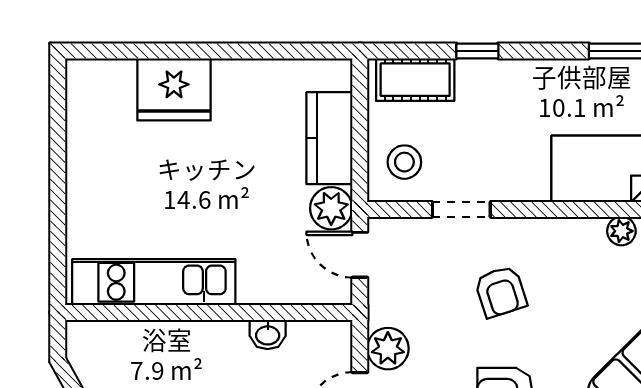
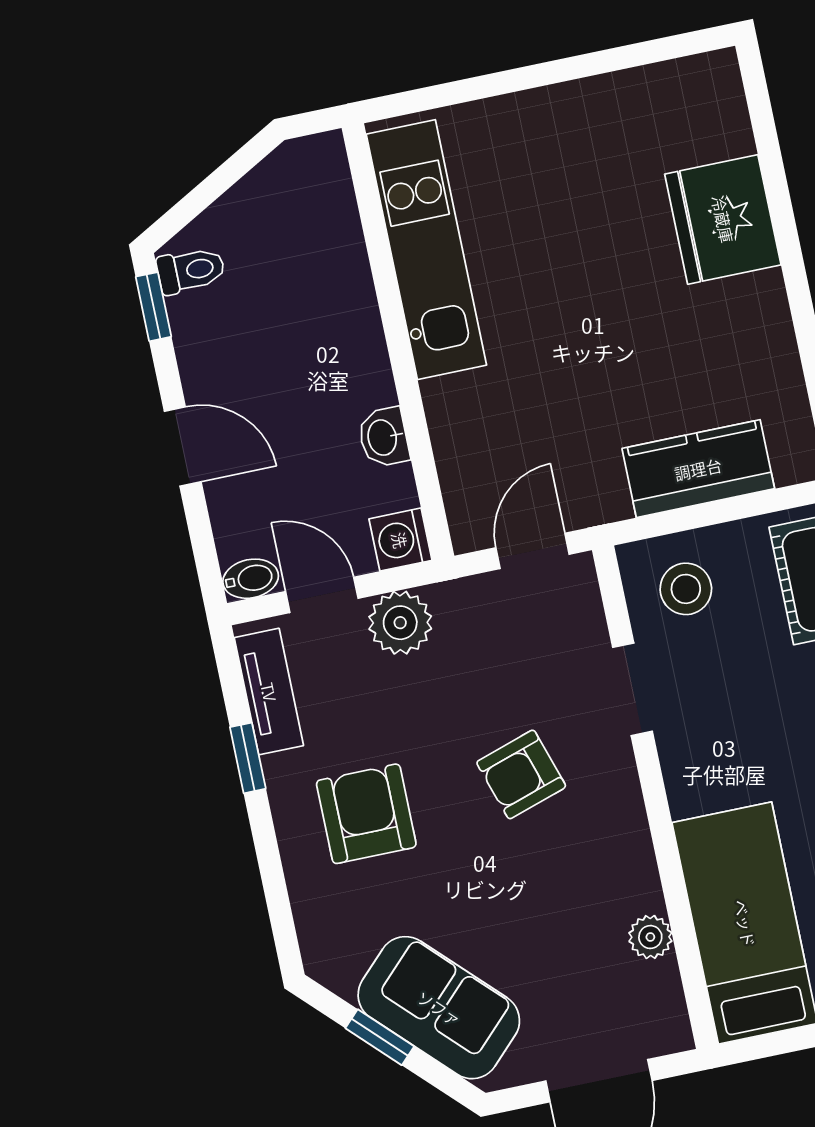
plant: (331, 208) -> (593, 493), removed
washing machine: (335, 337) -> (400, 540), added

